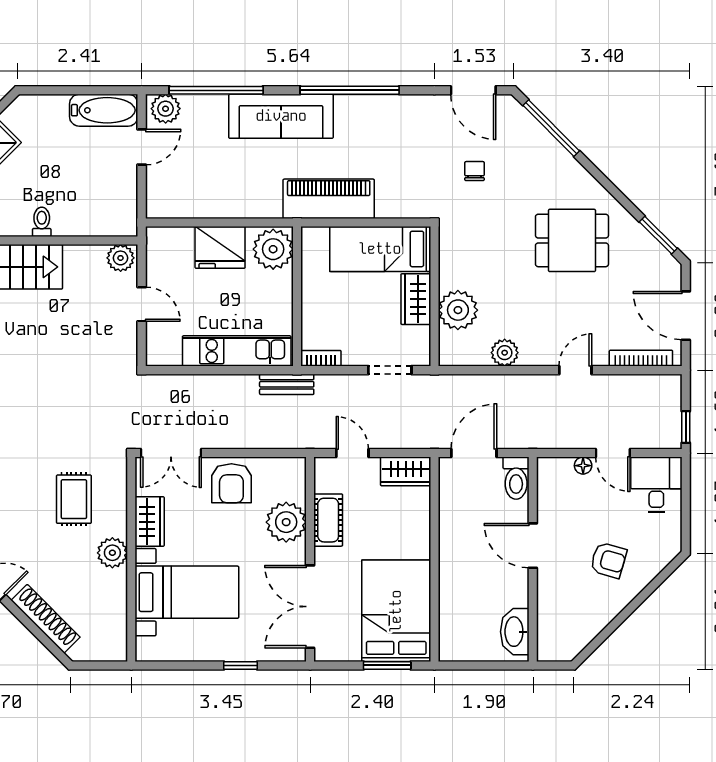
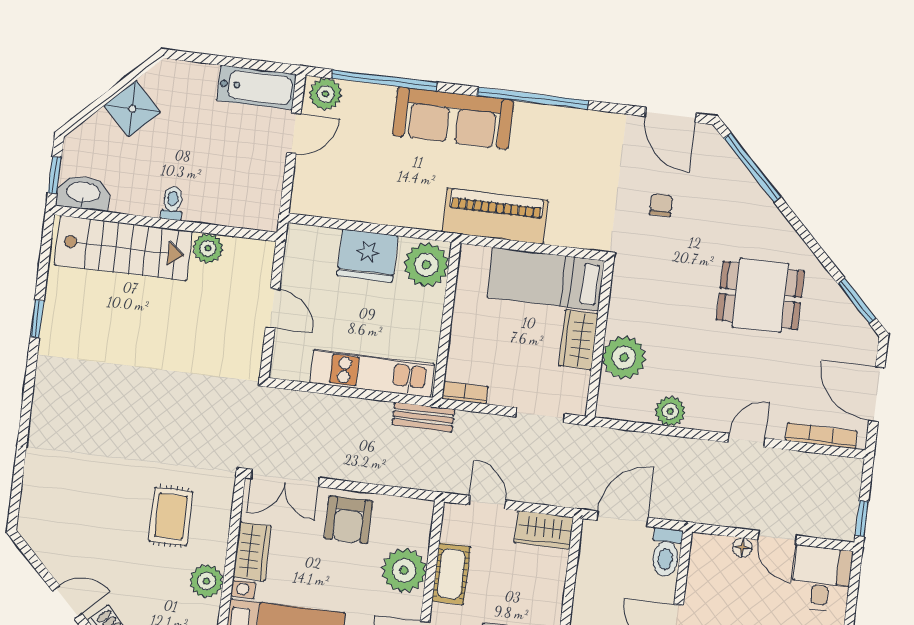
plant: (121, 258) -> (208, 248), moved

